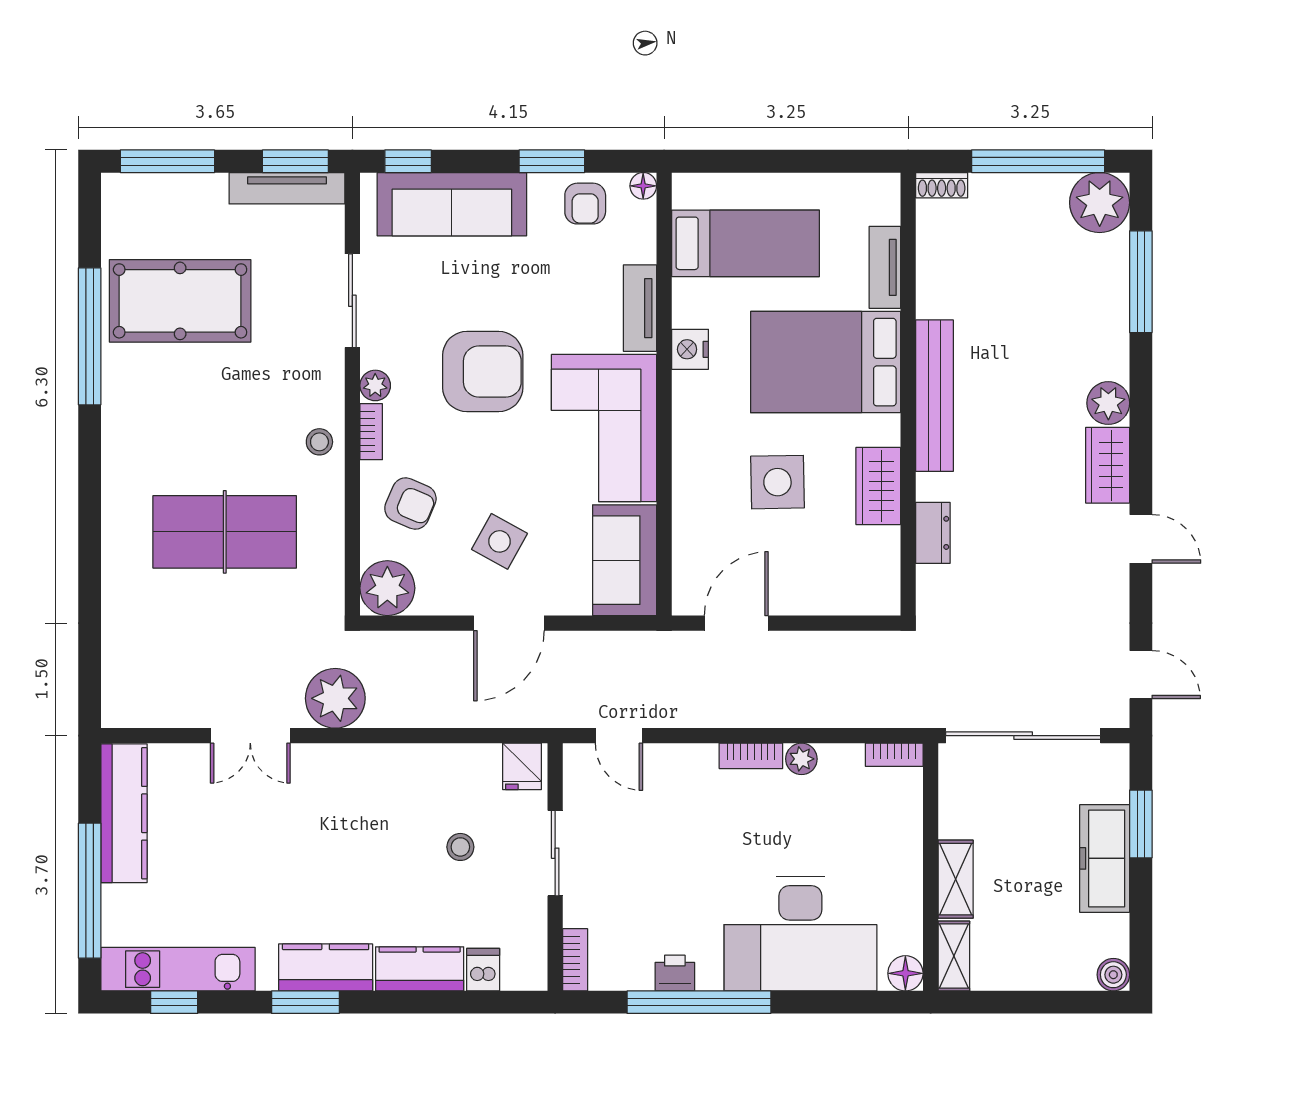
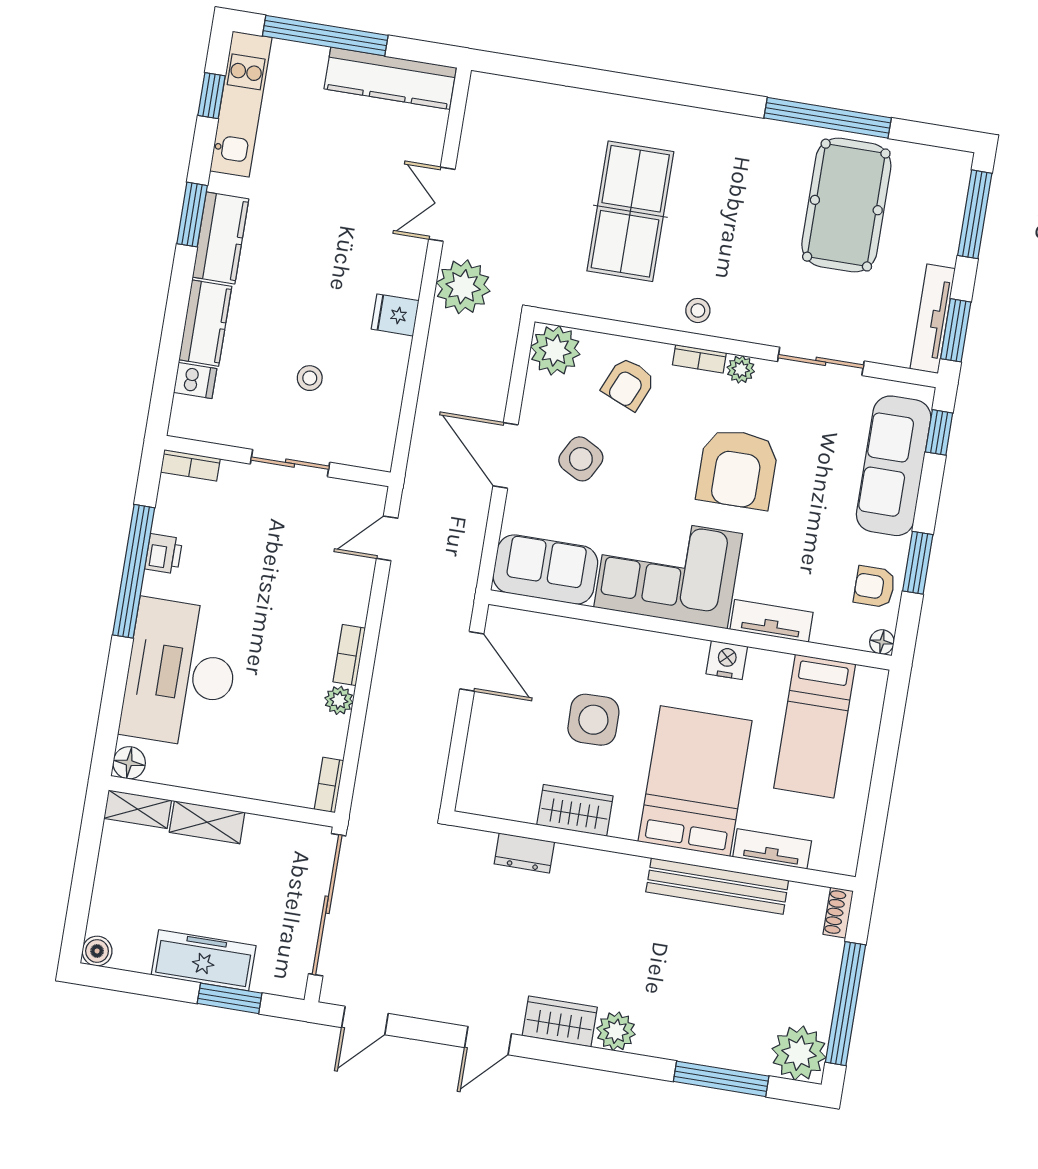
bench: (934, 396) -> (717, 886), moved
fridge: (522, 766) -> (395, 315), moved

